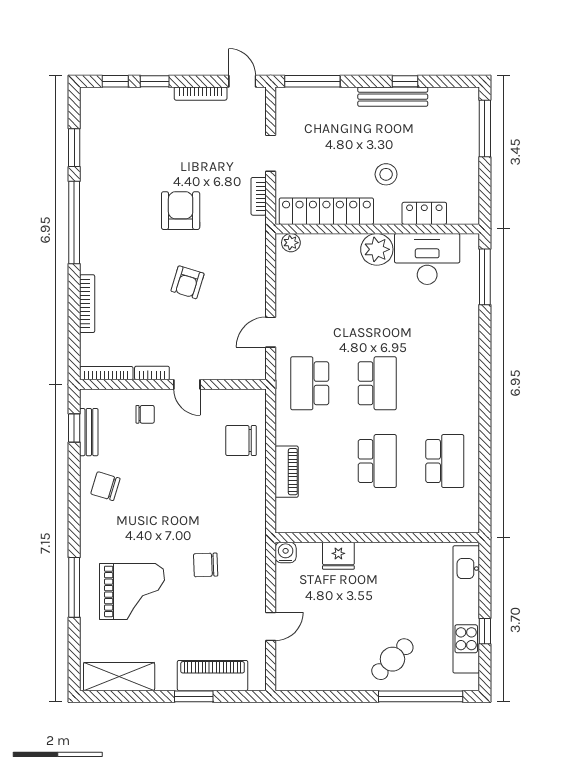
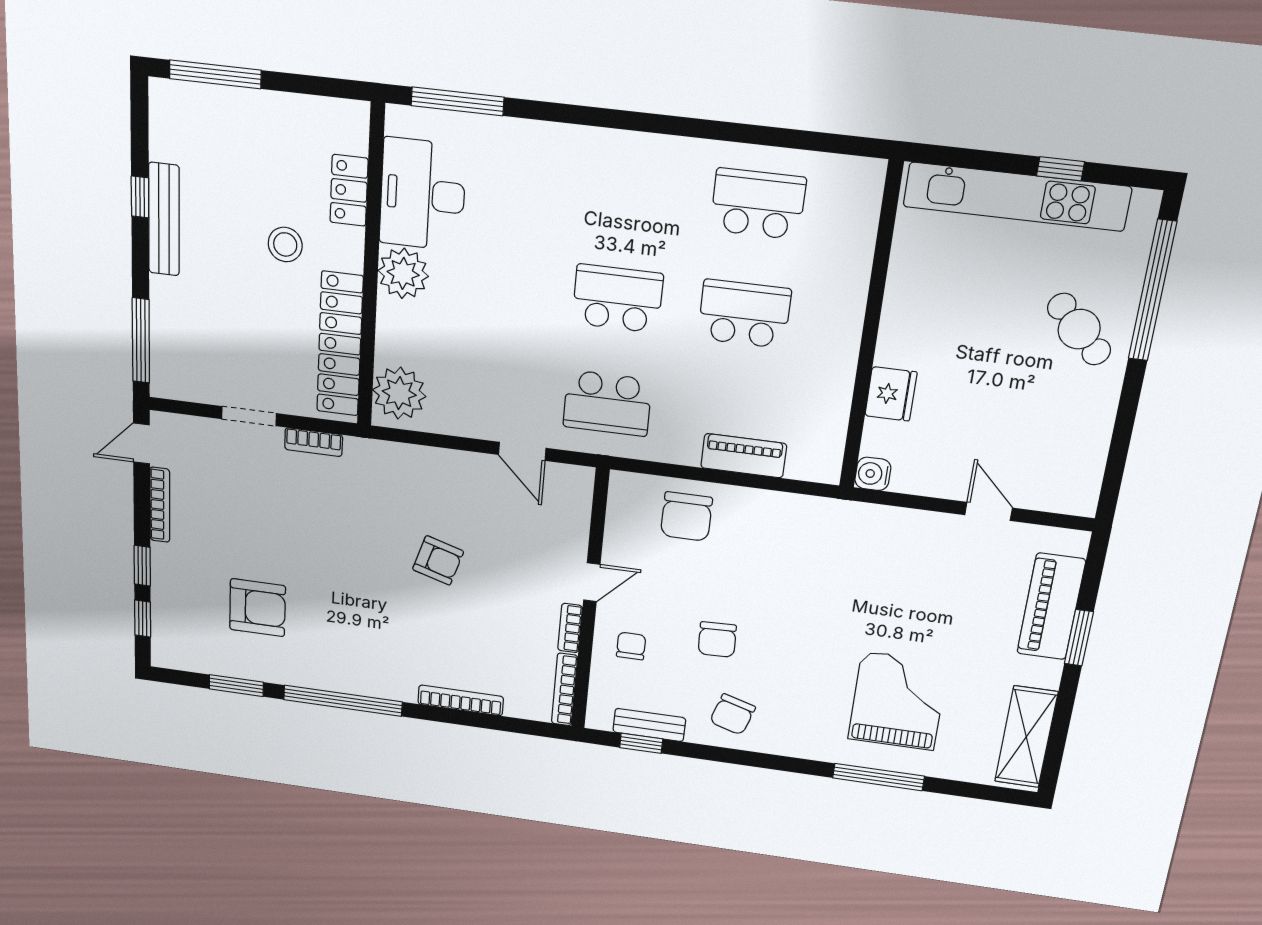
armchair: (181, 211) -> (258, 608), moved, turned 180
plant: (291, 243) -> (399, 393), width x1.88, depth x1.88
chair: (206, 565) -> (717, 640), moved

